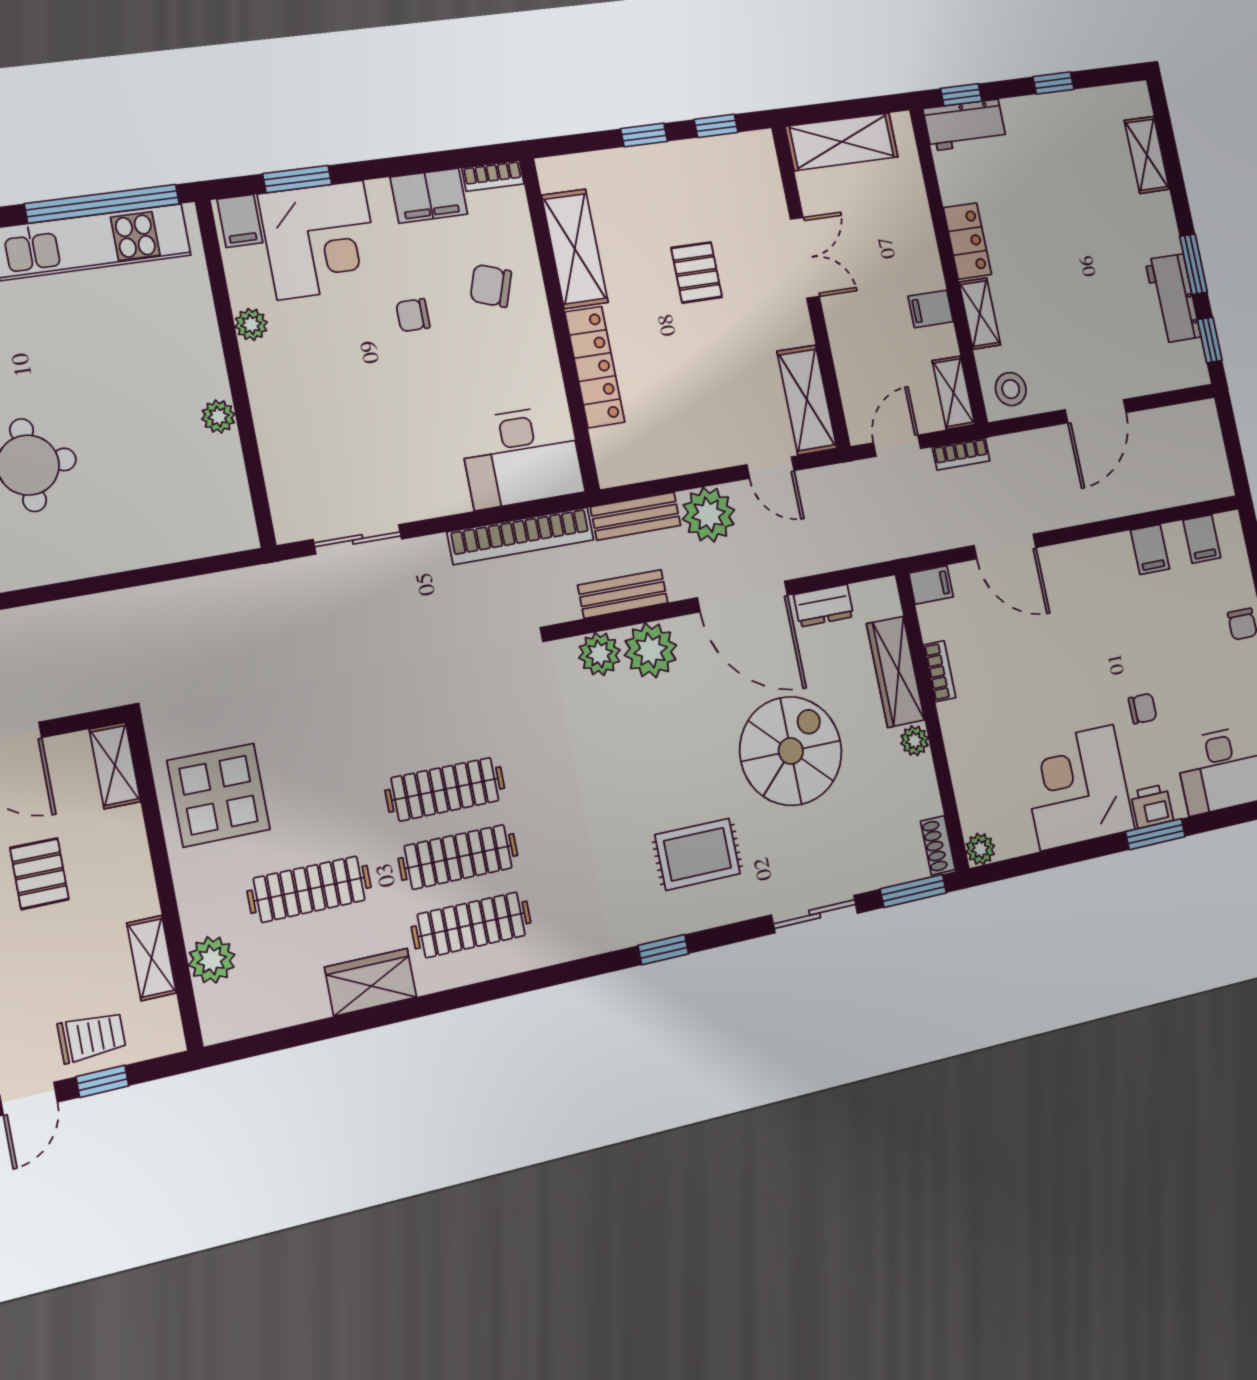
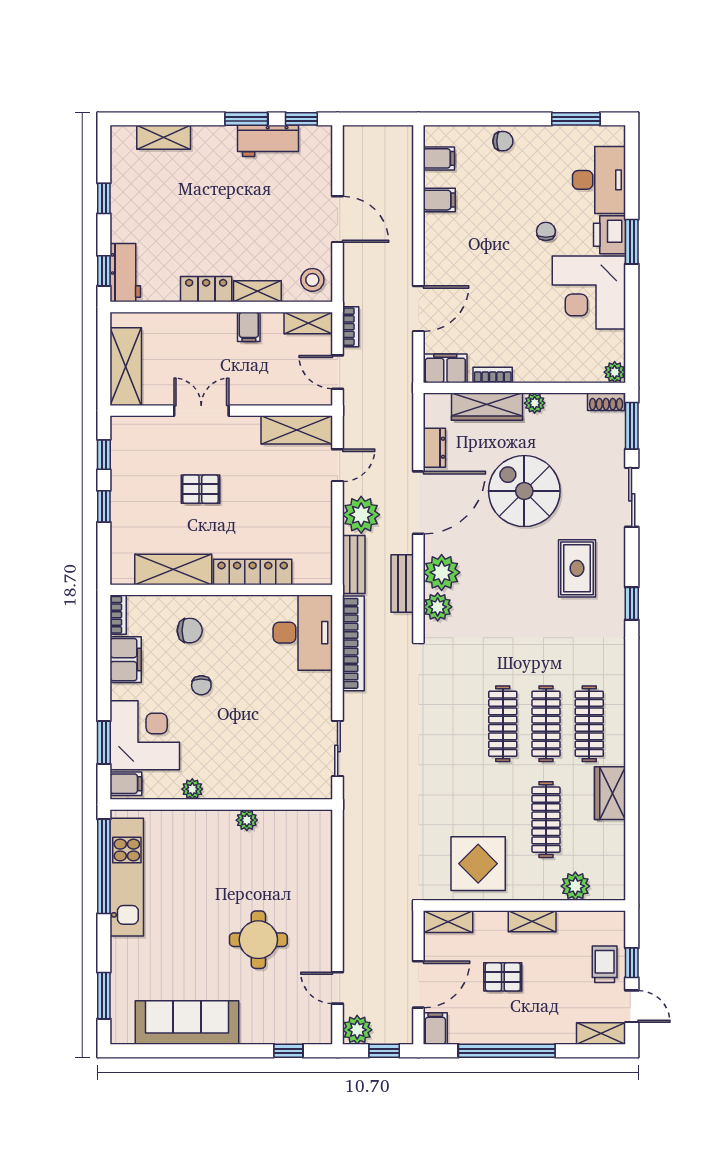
chair: (491, 286) -> (190, 631), turned -109
filing cabinet: (931, 585) -> (445, 368), width x2.00
printer: (1152, 806) -> (610, 235), width x1.36, depth x1.24
shelving: (151, 958) -> (532, 921), moved

